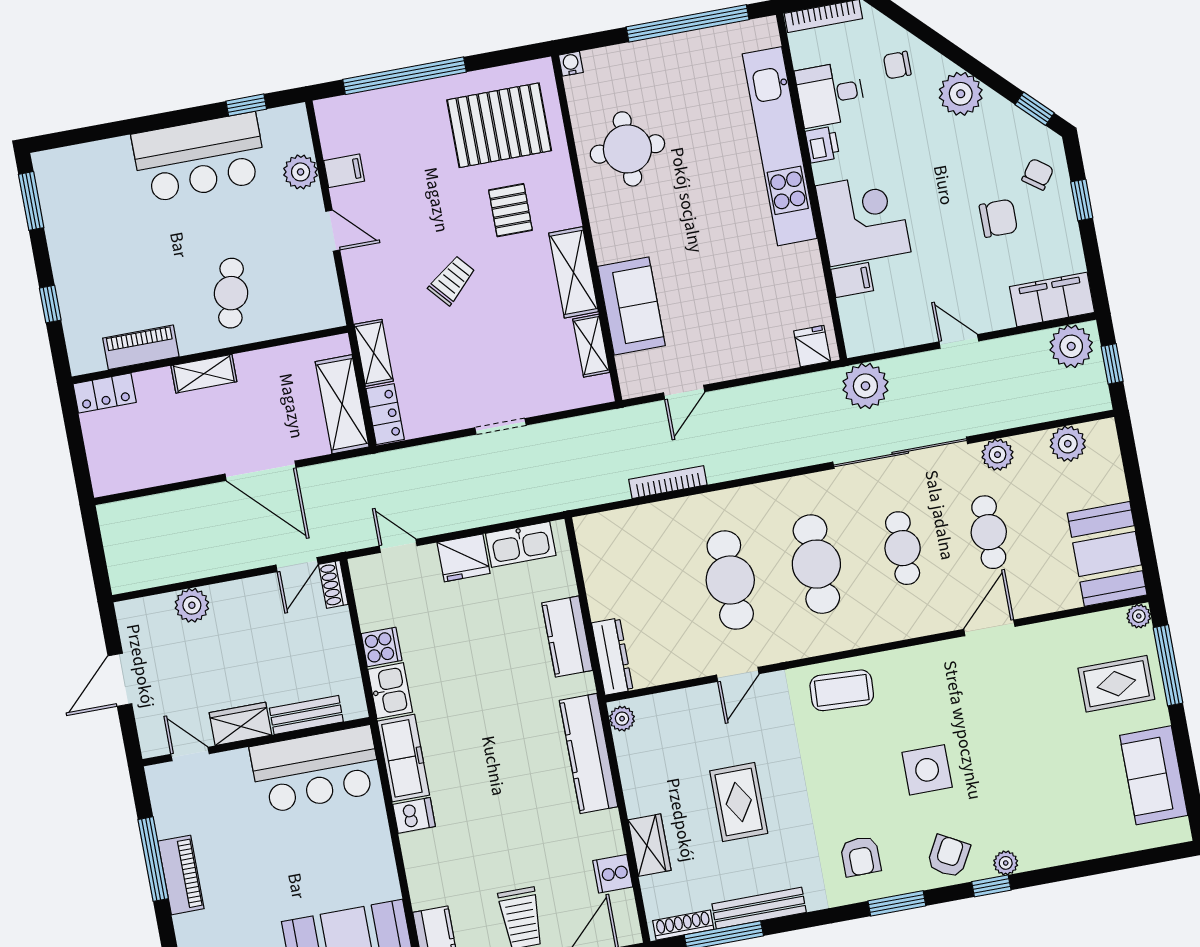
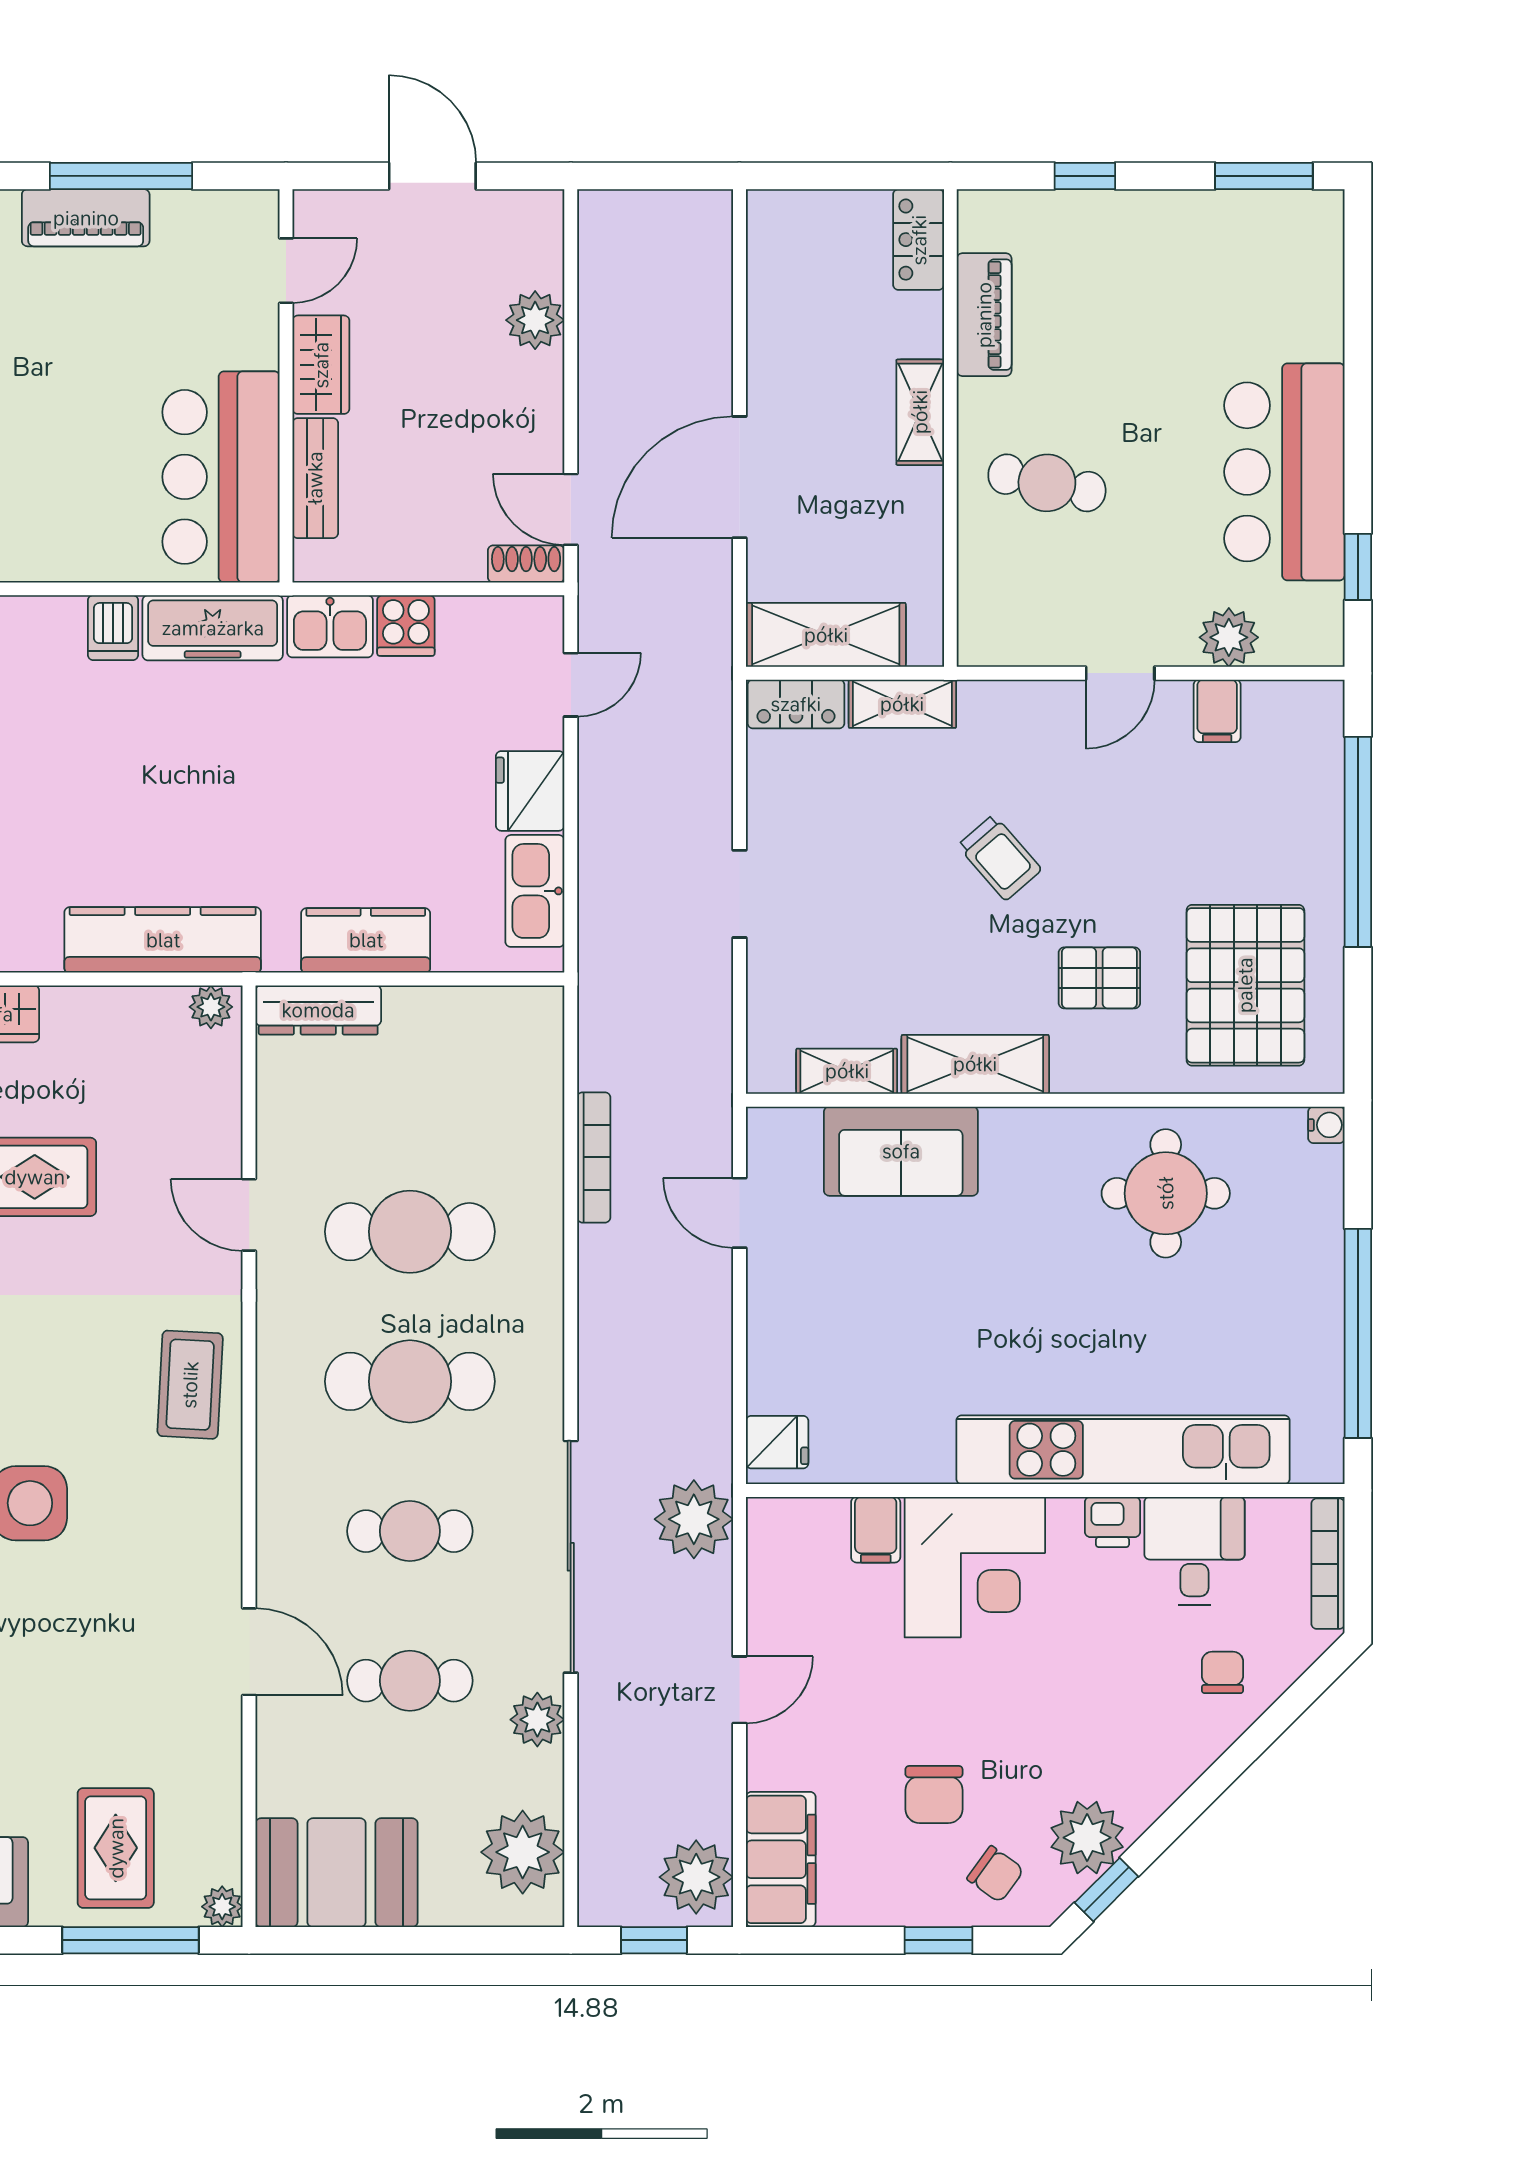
plant: (961, 94) -> (1087, 1838), moved
plant: (1068, 444) -> (523, 1852), width x1.36, depth x1.36

